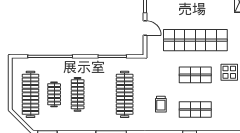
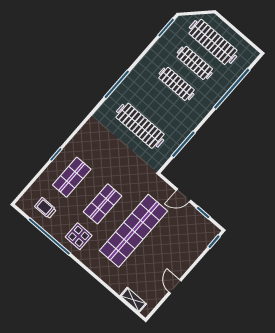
clothes rail: (54, 94) -> (195, 63), width x1.36
trolley: (161, 104) -> (45, 208), moved

